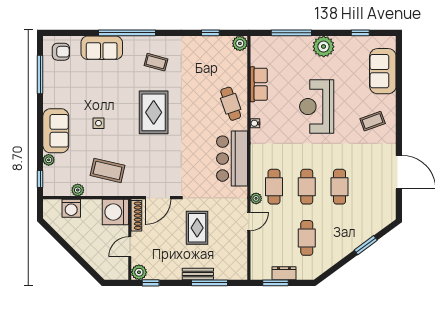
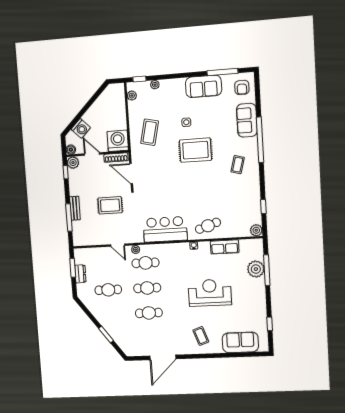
plant: (324, 47) -> (256, 269), moved
rug: (154, 112) -> (195, 150), moved
sofa: (56, 131) -> (204, 86), moved
plant: (78, 190) -> (132, 96), moved
washing machine: (71, 208) -> (81, 128), moved, turned -135
boiler: (122, 274) -> (71, 150), added

